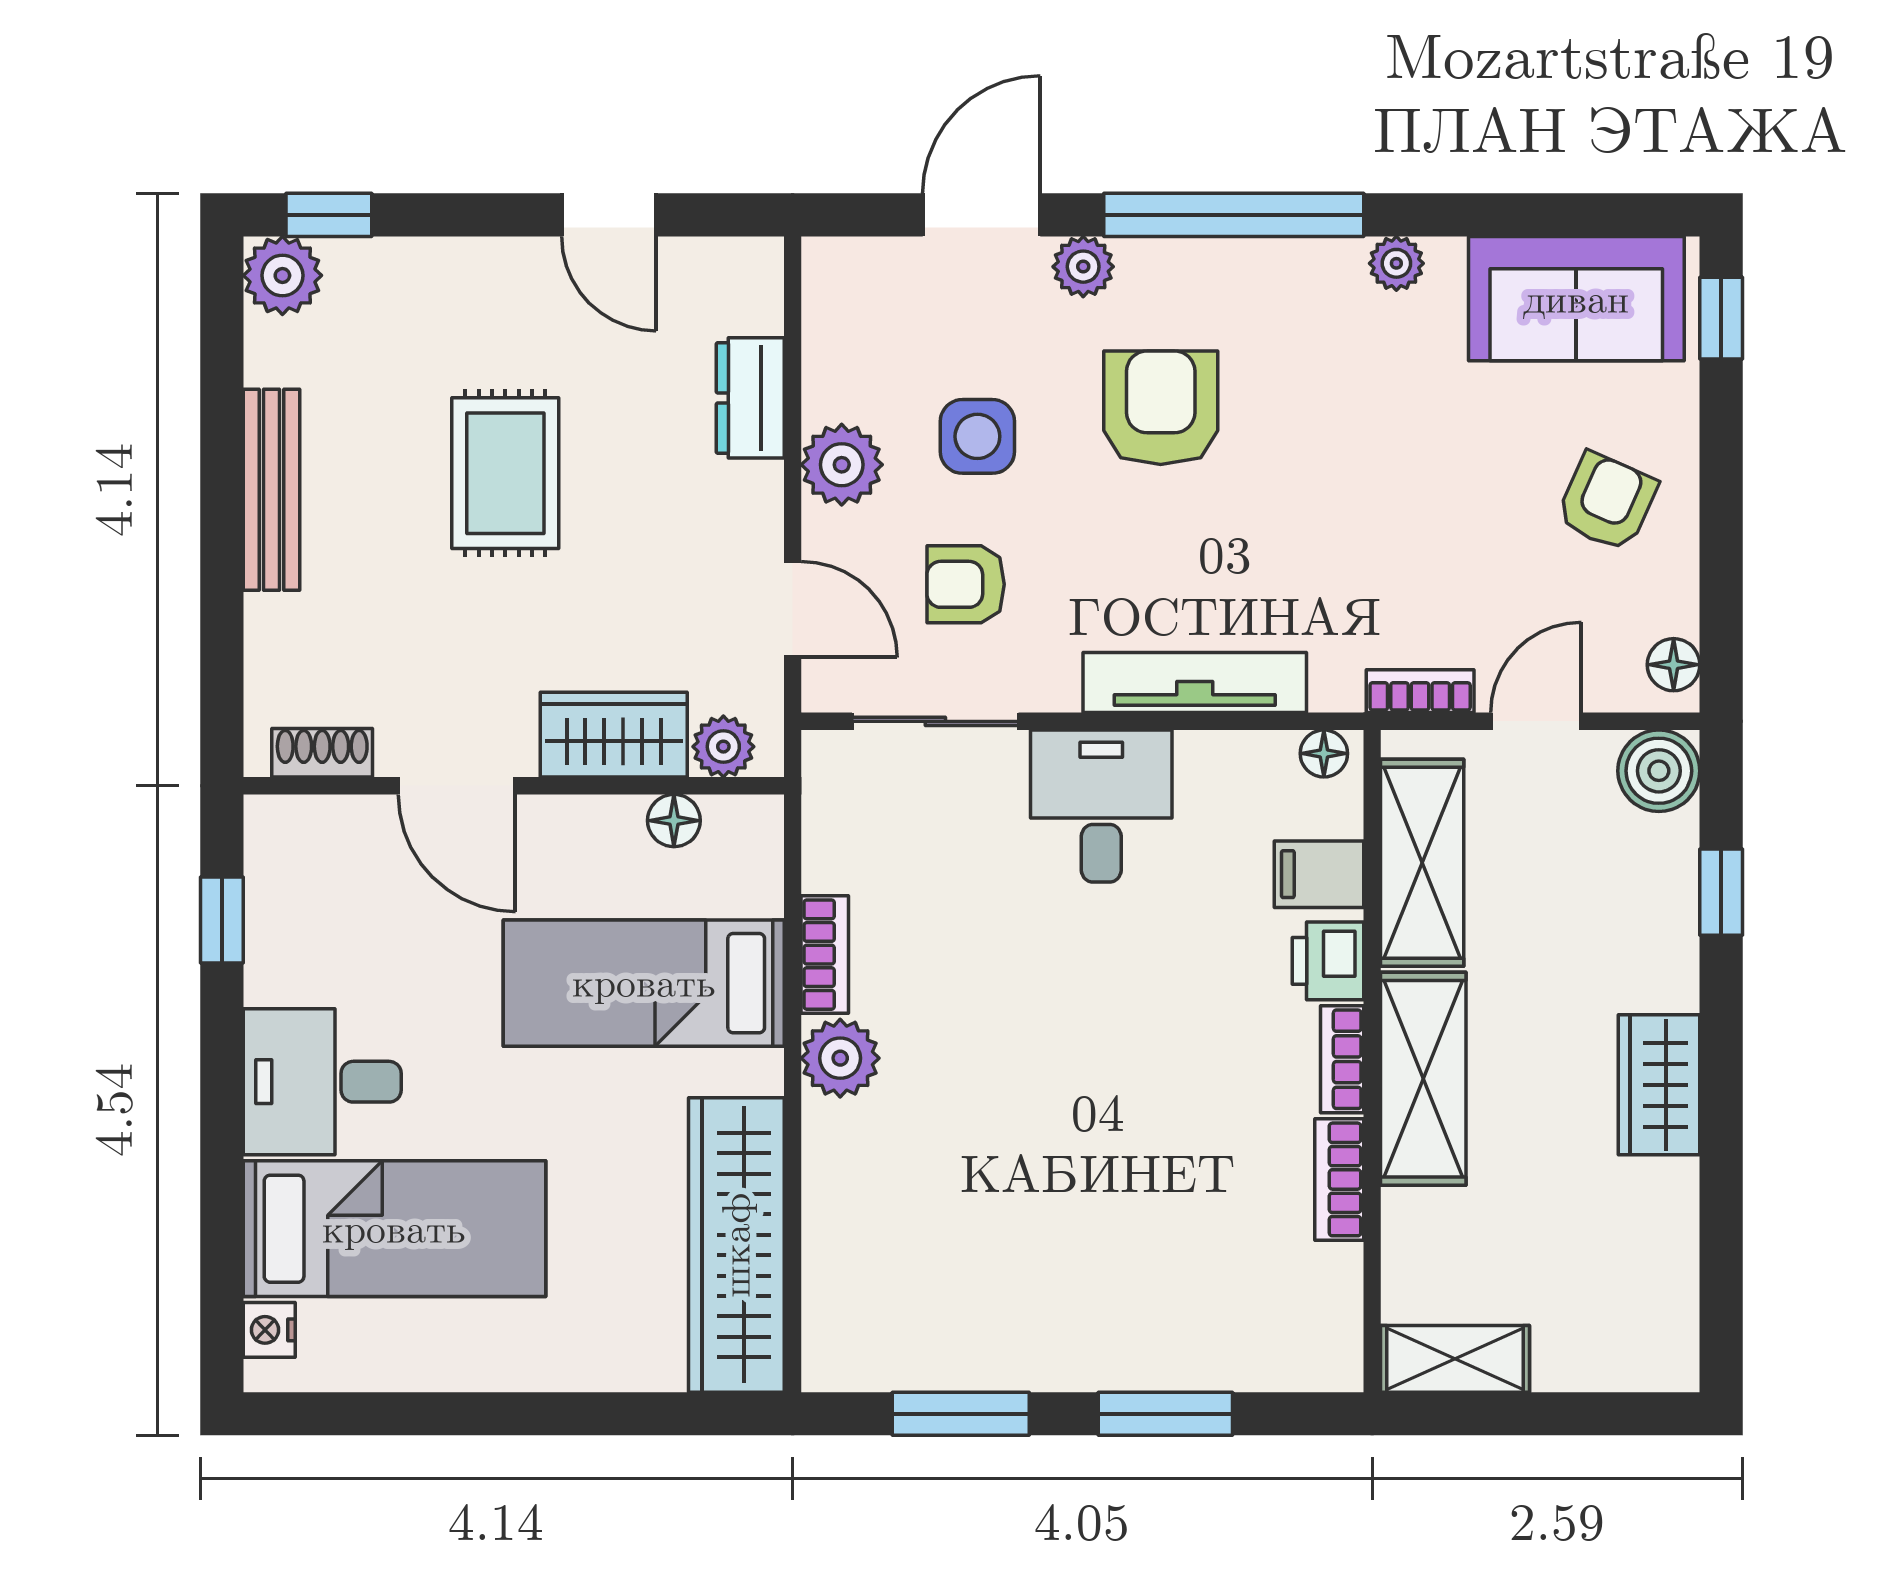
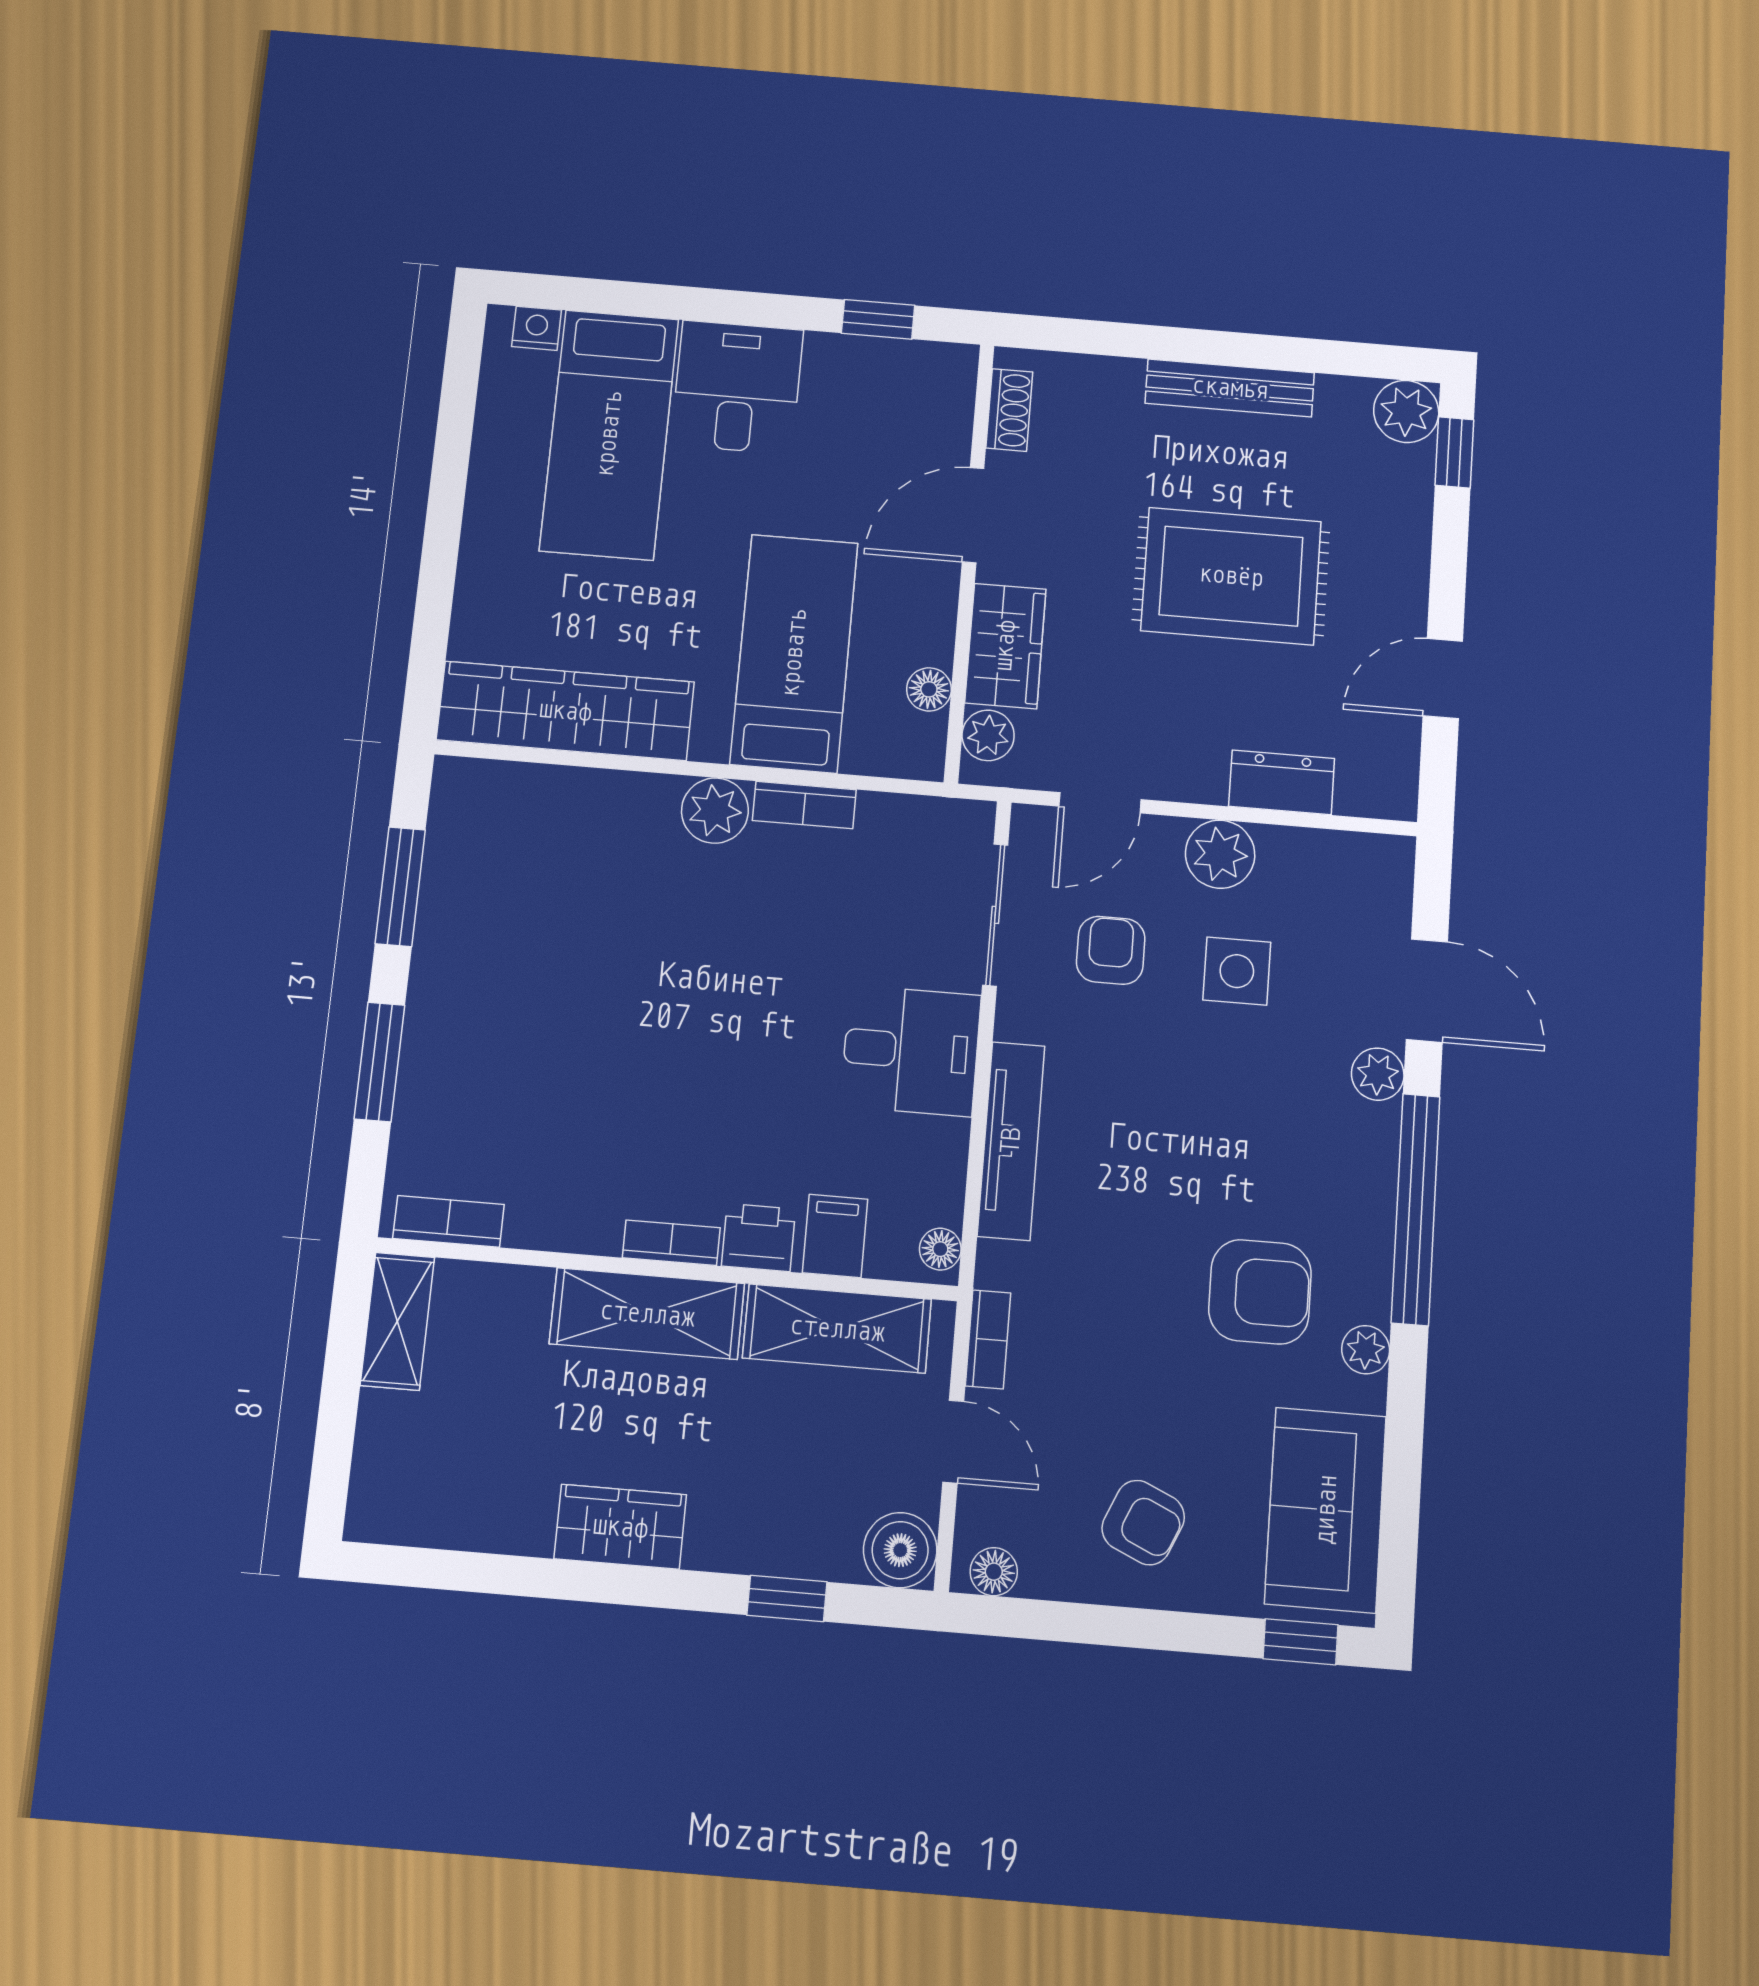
armchair: (1161, 408) -> (1260, 1292), moved
rug: (505, 473) -> (1231, 576), width x1.36, depth x1.43
bookcase: (1339, 1179) -> (448, 1221), moved

